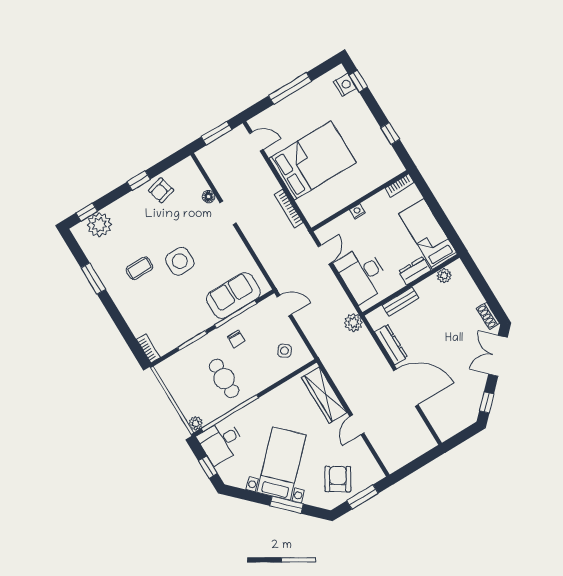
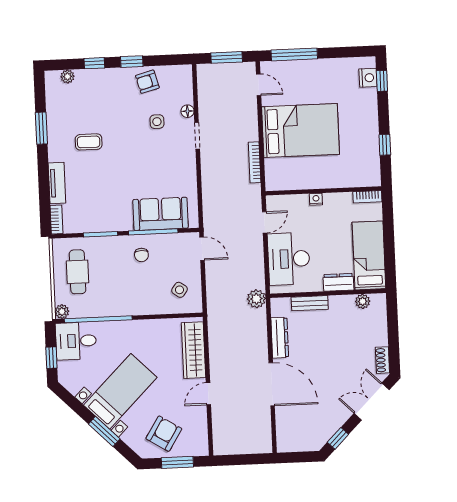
window: (290, 88) -> (294, 54), moved
window: (87, 212) -> (94, 63), moved
plant: (99, 225) -> (67, 77), width x0.53, depth x0.53
side table: (180, 261) -> (157, 122), moved, width x0.54, depth x0.54
tv unit: (132, 317) -> (57, 183), added
cafe table: (224, 379) -> (78, 272), moved

